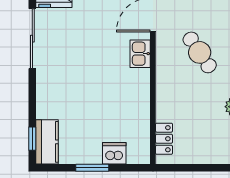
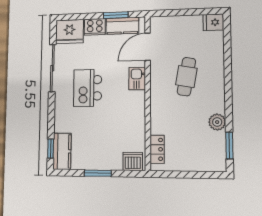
cafe table: (200, 52) -> (186, 77), turned 44
kitchen island: (78, 64) -> (88, 88), added
dishwasher: (114, 153) -> (133, 161), moved

